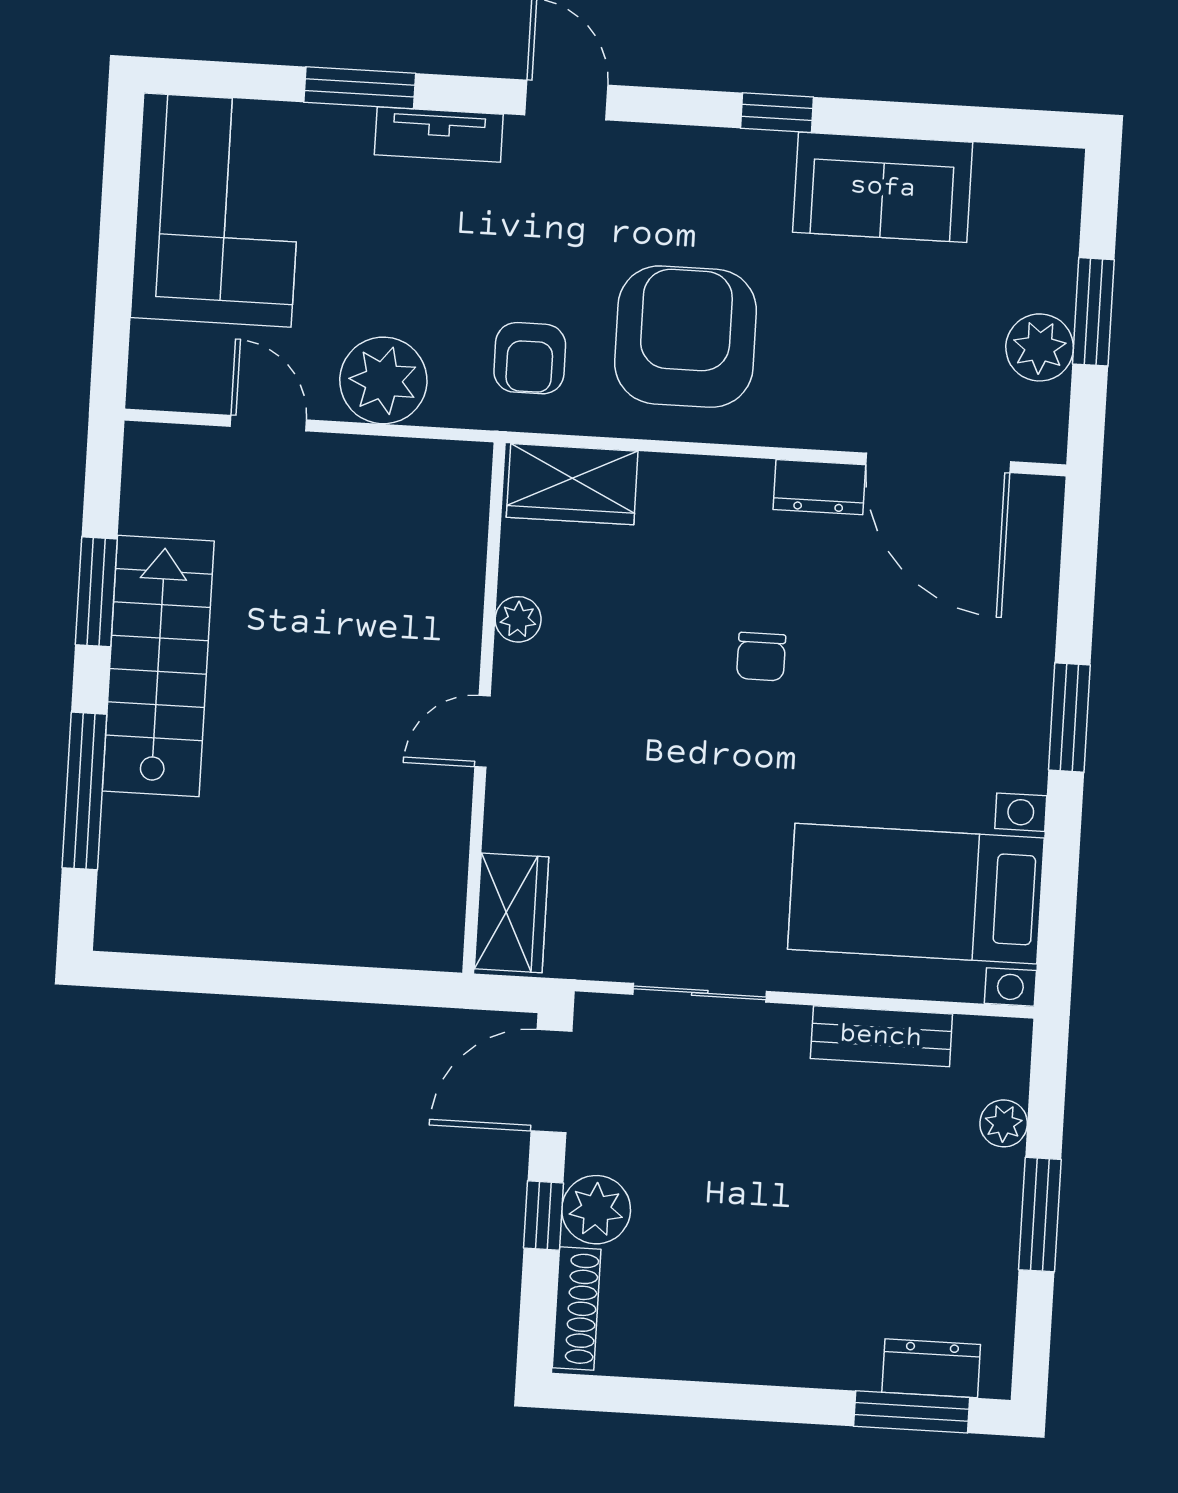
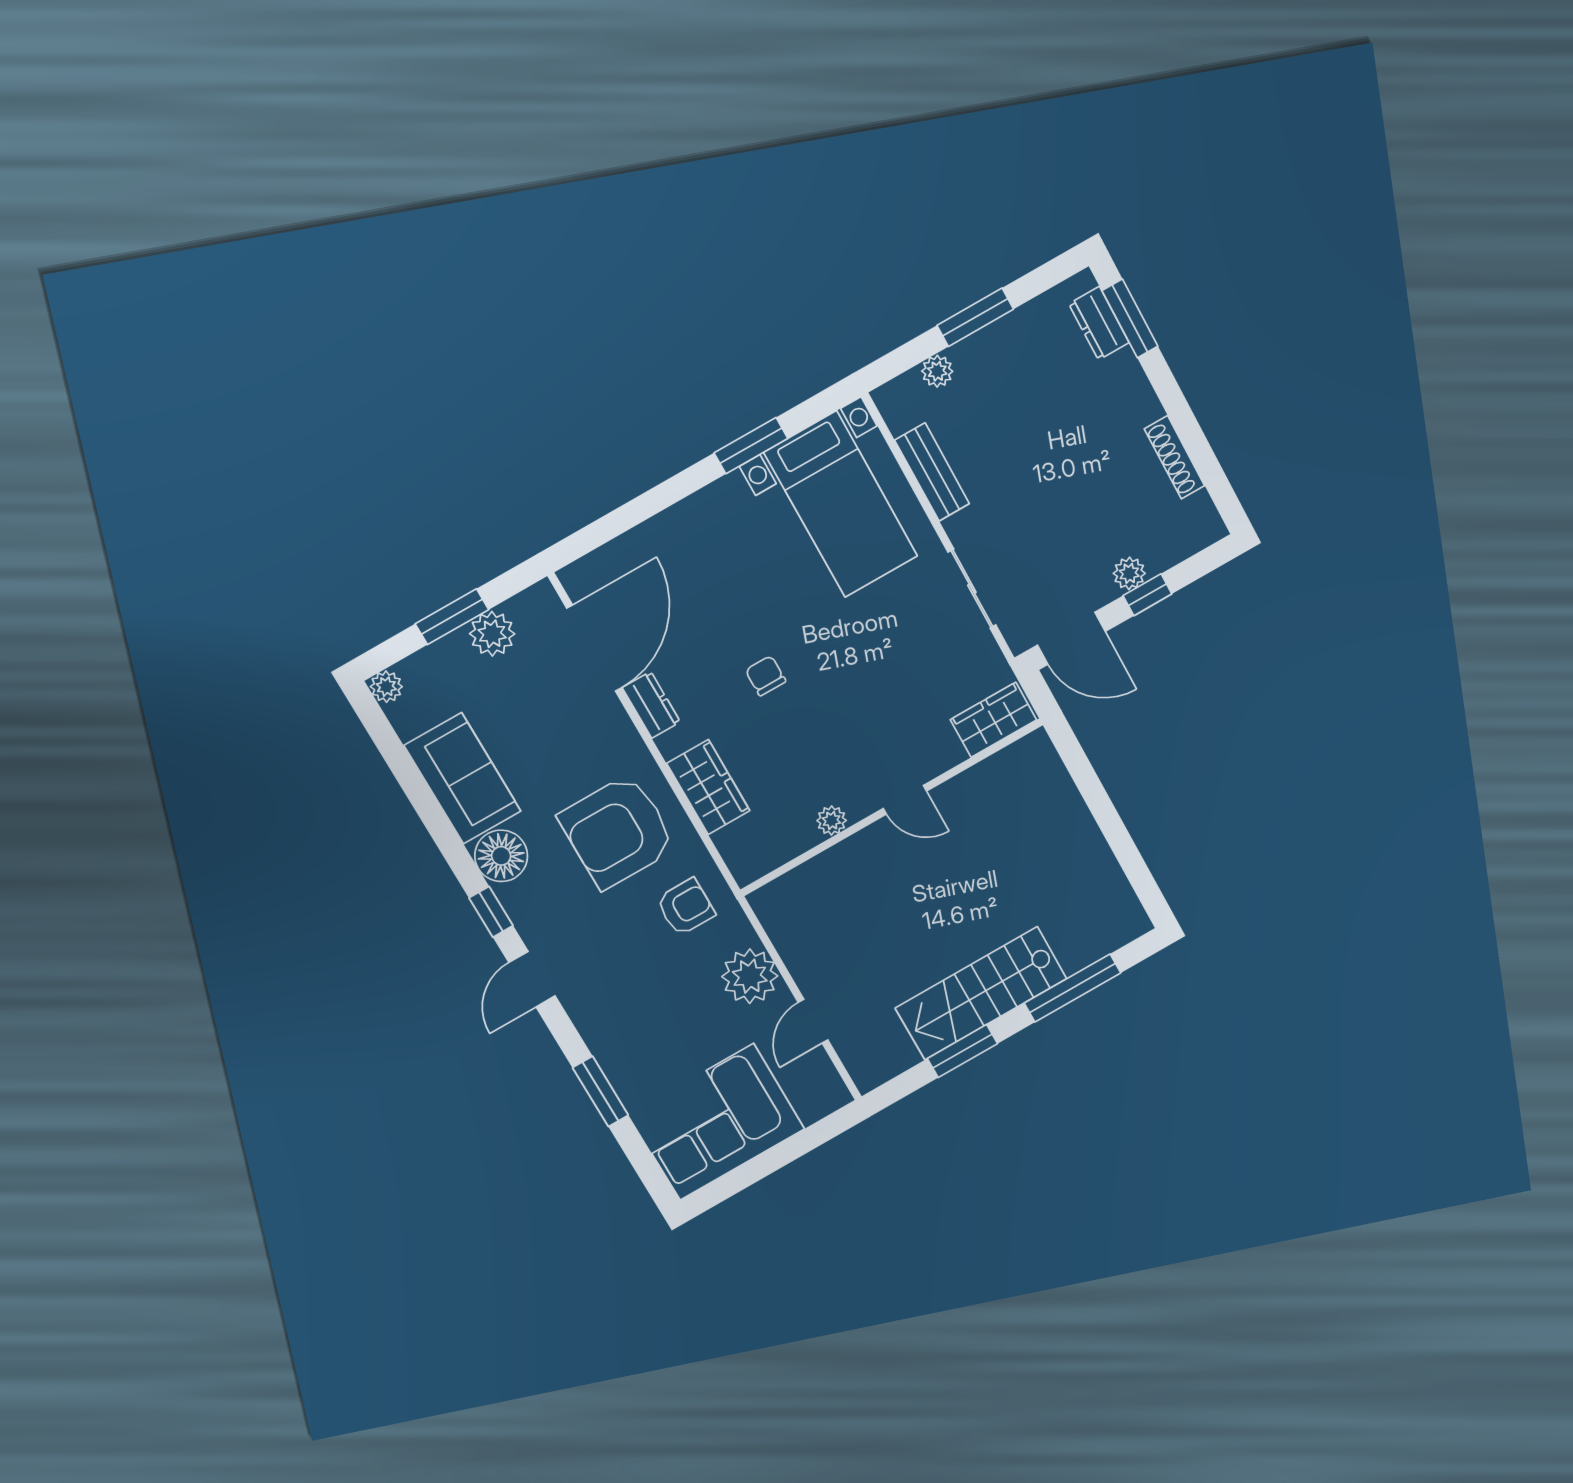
window: (777, 113) -> (491, 912), moved
tv unit: (439, 135) -> (597, 1034), removed
floor lamp: (752, 169) -> (501, 856), added
plant: (1060, 171) -> (386, 687), added
wardrobe: (572, 484) -> (708, 787), moved
chair: (761, 657) -> (766, 676), turned -90
window: (1069, 717) -> (751, 446), moved
plant: (596, 1210) -> (1129, 573), width x0.73, depth x0.73
shoe rack: (577, 1308) -> (1174, 457), moved, turned -90

